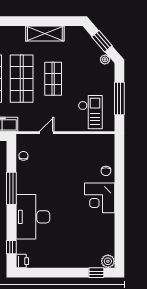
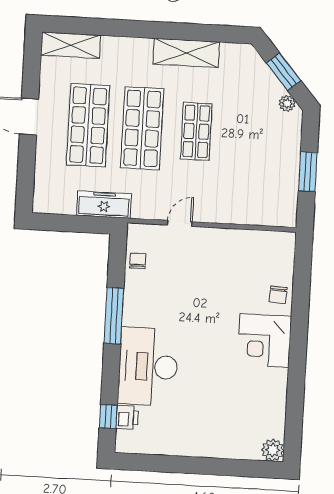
window: (119, 98) -> (308, 172), width x0.69
checkout: (90, 112) -> (257, 192), removed
printer: (22, 261) -> (127, 417), moved
window: (96, 273) -> (252, 468), removed

